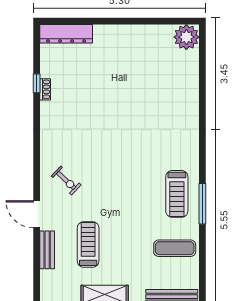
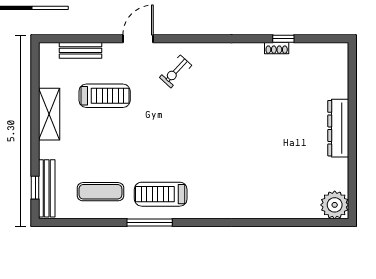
dresser: (66, 34) -> (338, 128), moved
exercise mat: (175, 248) -> (100, 192), turned 90
bench: (47, 250) -> (81, 50), moved

